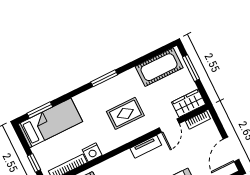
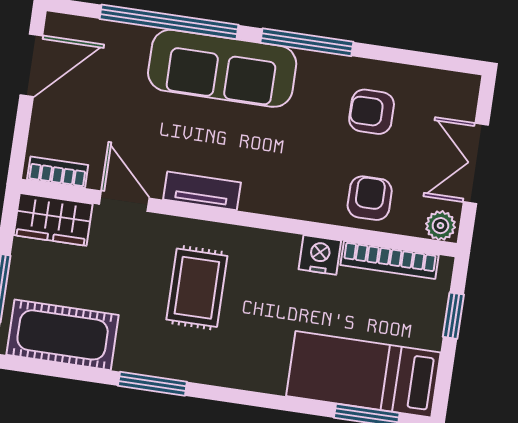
window: (104, 78) -> (152, 384), moved
rug: (125, 113) -> (197, 288), turned 90
door: (169, 126) -> (124, 201), hinge flipped

